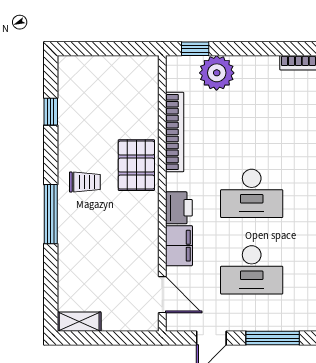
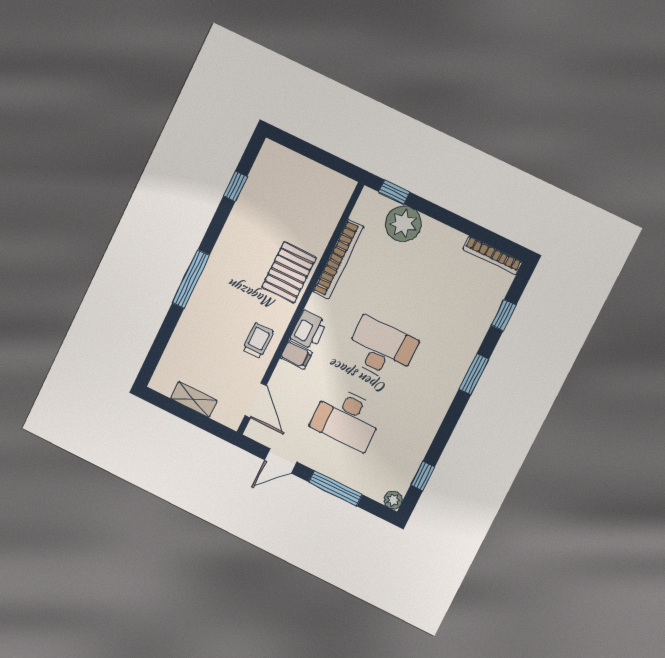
trolley: (85, 182) -> (258, 341), moved, turned -90
desk: (252, 193) -> (381, 349), turned 180
filing cabinet: (179, 246) -> (296, 355), width x0.50
shelving: (79, 322) -> (194, 399), moved

